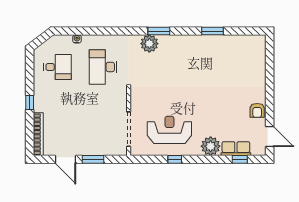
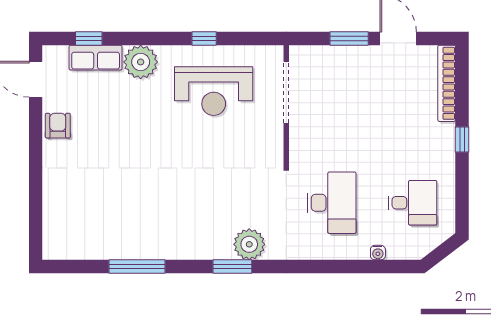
window: (213, 31) -> (137, 267), width x1.44
desk: (57, 67) -> (412, 203), turned 180

